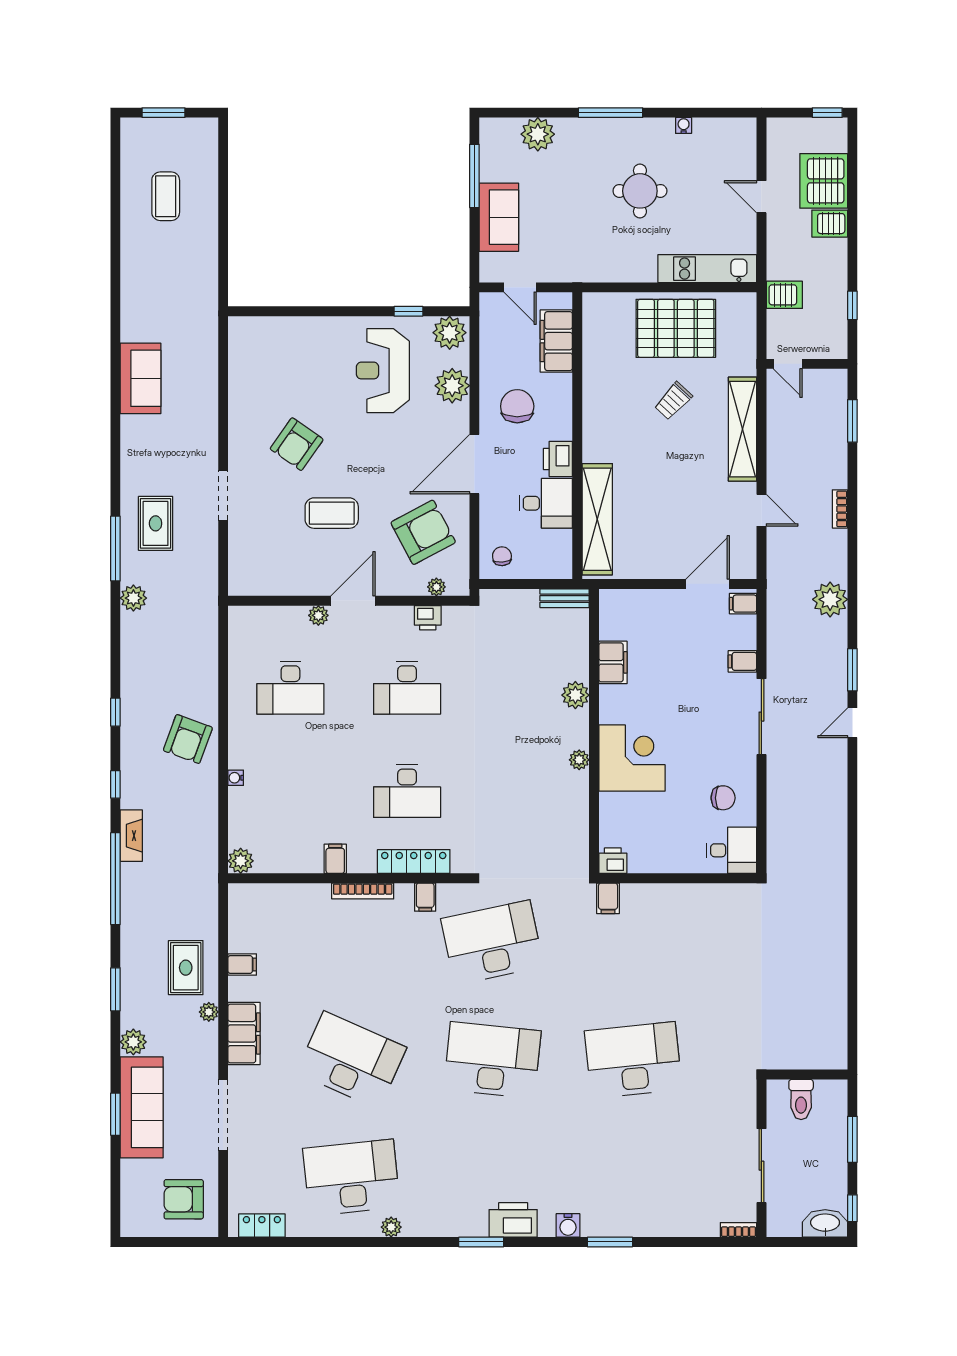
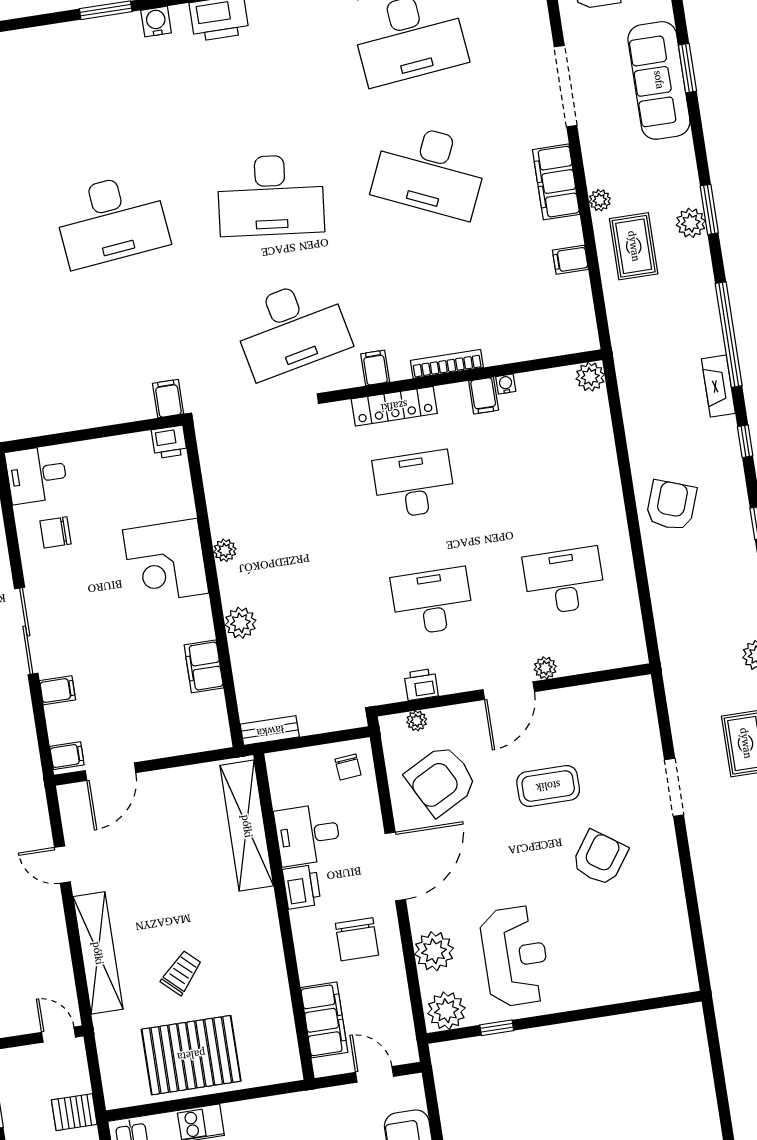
water cooler: (236, 778) -> (506, 384), moved, turned -90
plant: (133, 1042) -> (691, 223), moved

